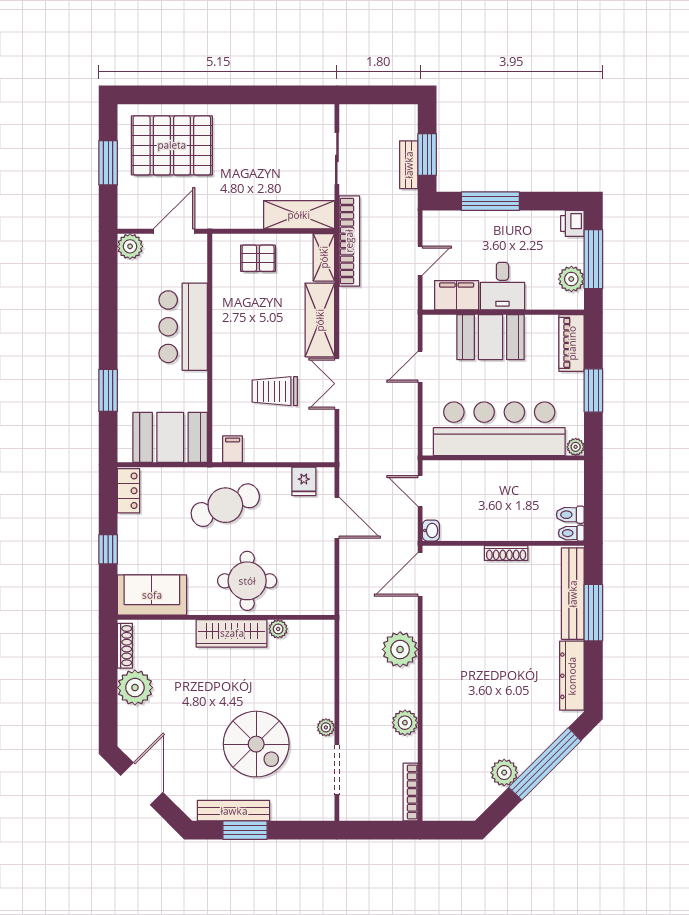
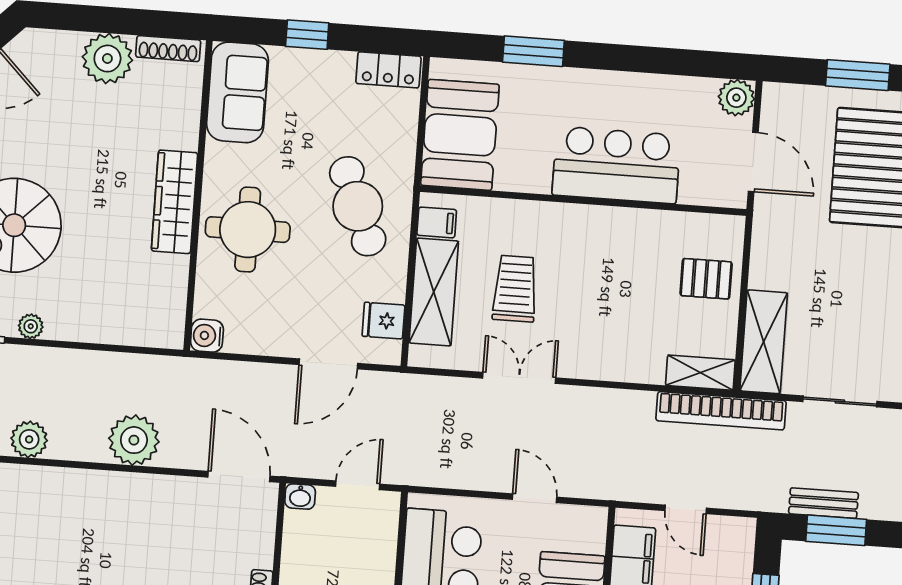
pallet: (258, 258) -> (706, 279), turned 90
shelving: (320, 320) -> (434, 292), moved, turned 90
water cooler: (323, 604) -> (207, 336), added
plant: (278, 629) -> (176, 269), removed

